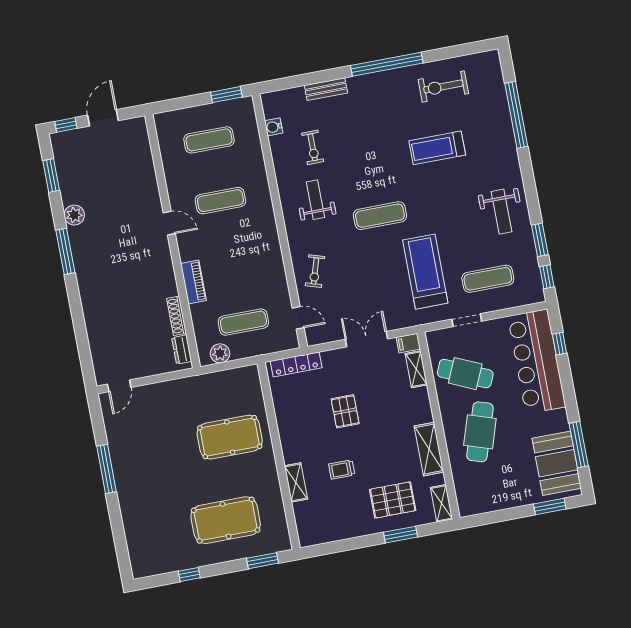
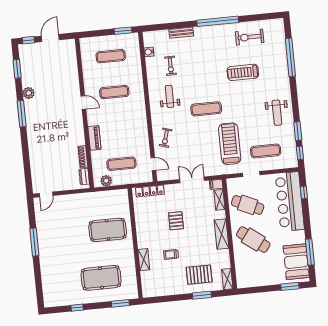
cafe table: (480, 432) -> (253, 240), turned -71
shelving: (429, 449) -> (221, 234), moved

